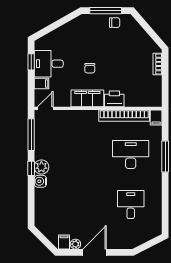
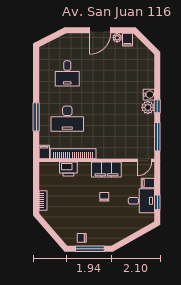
printer: (114, 99) -> (68, 169), moved

